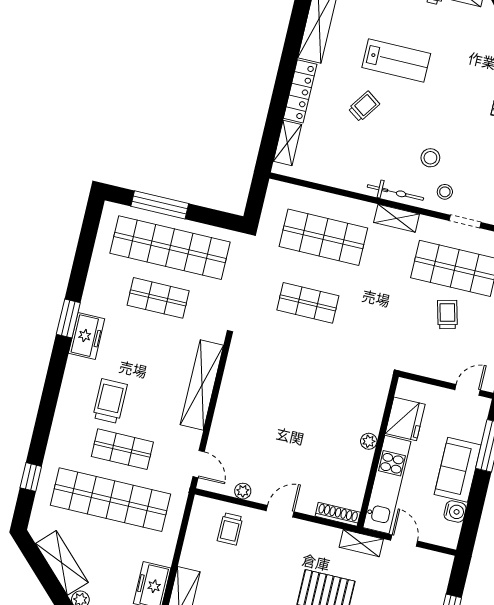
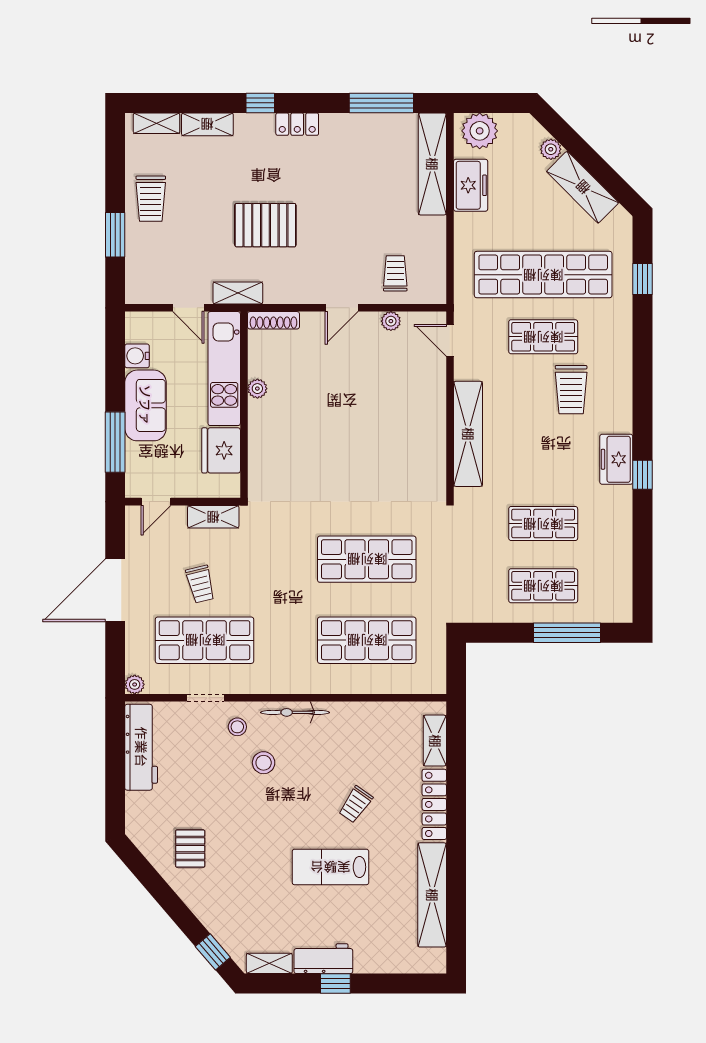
shelving: (397, 218) -> (213, 517), moved
shop shelf: (170, 248) -> (543, 586), width x0.50, depth x0.74
shop shelf: (308, 303) -> (367, 559), width x1.43, depth x1.36
window: (68, 319) -> (643, 475), width x0.67
plant: (369, 441) -> (257, 389), moved

